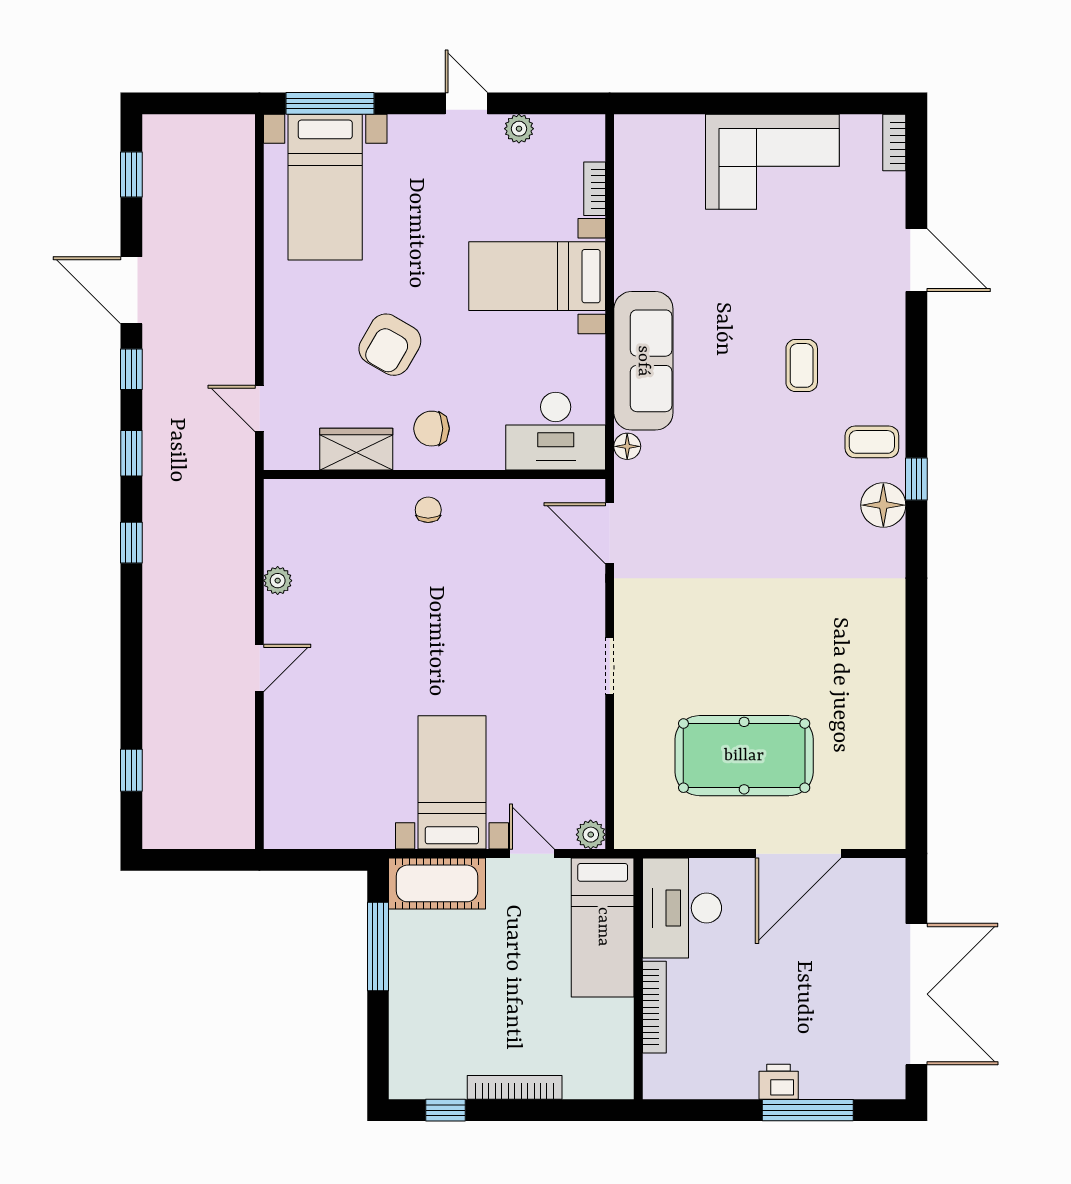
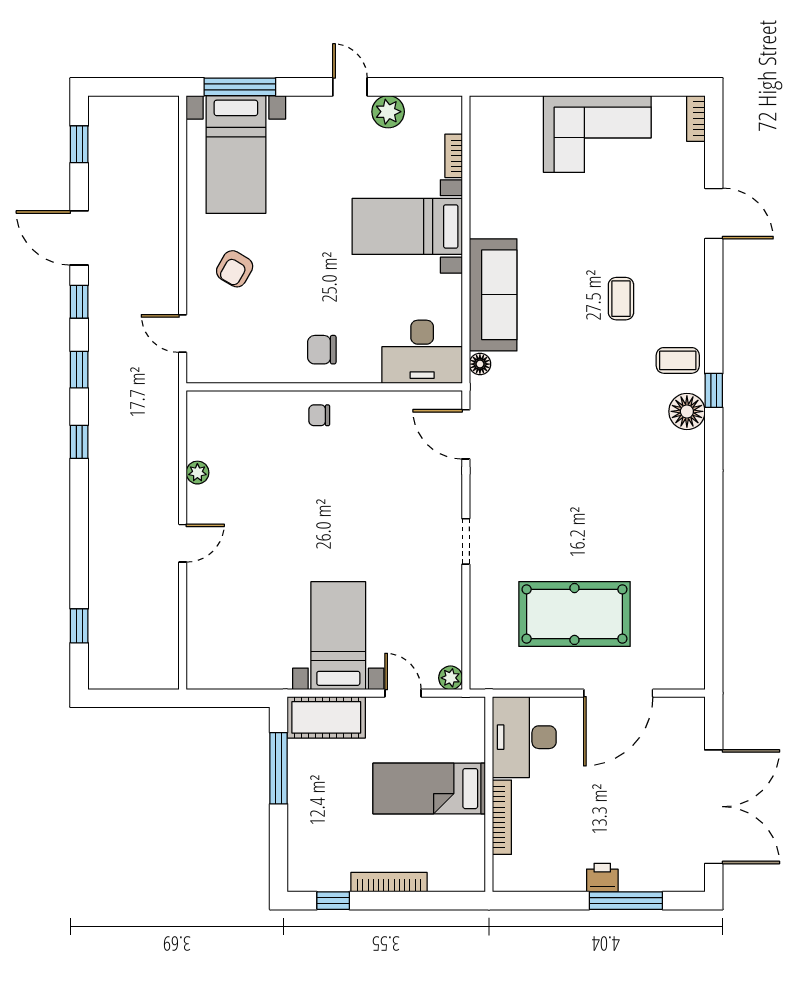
plant: (519, 129) -> (388, 112), width x1.38, depth x1.38
armchair: (390, 345) -> (235, 269), moved, width x0.72, depth x0.72
wardrobe: (356, 449) -> (261, 366), removed
chair: (428, 510) -> (319, 415), turned -90
bed: (603, 927) -> (429, 789), moved, turned 90

